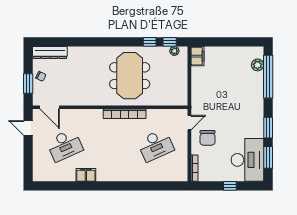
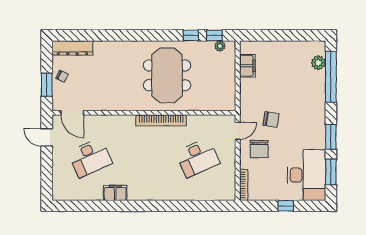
filing cabinet: (198, 56) -> (247, 66), moved
chair: (218, 113) -> (271, 119), added

